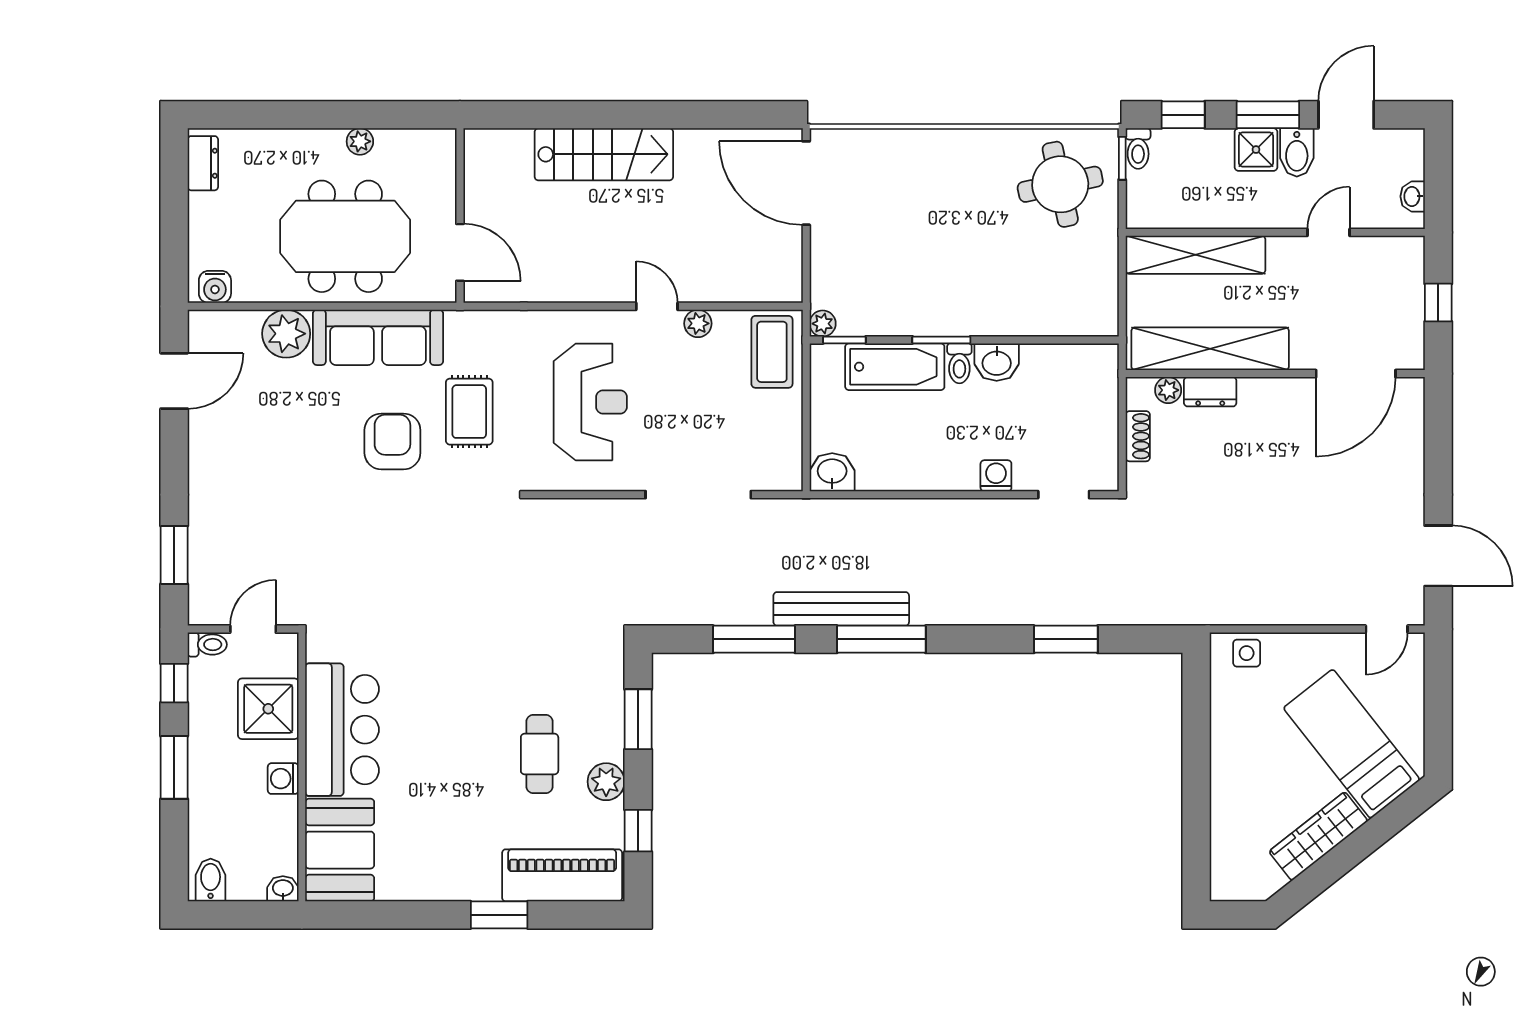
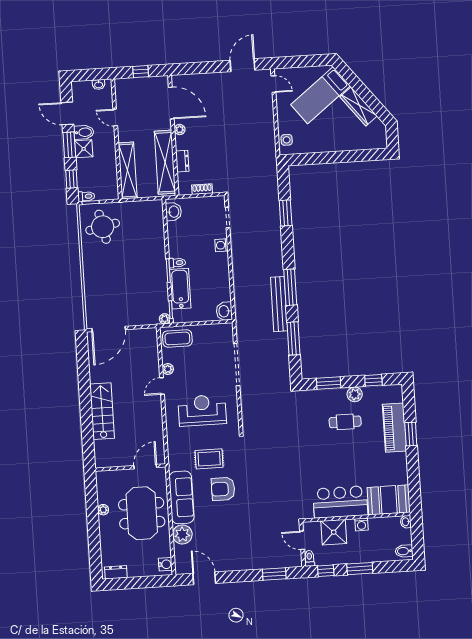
washbasin: (997, 362) -> (174, 212), moved
plant: (1168, 390) -> (180, 129), moved
piano: (562, 875) -> (395, 428), moved

